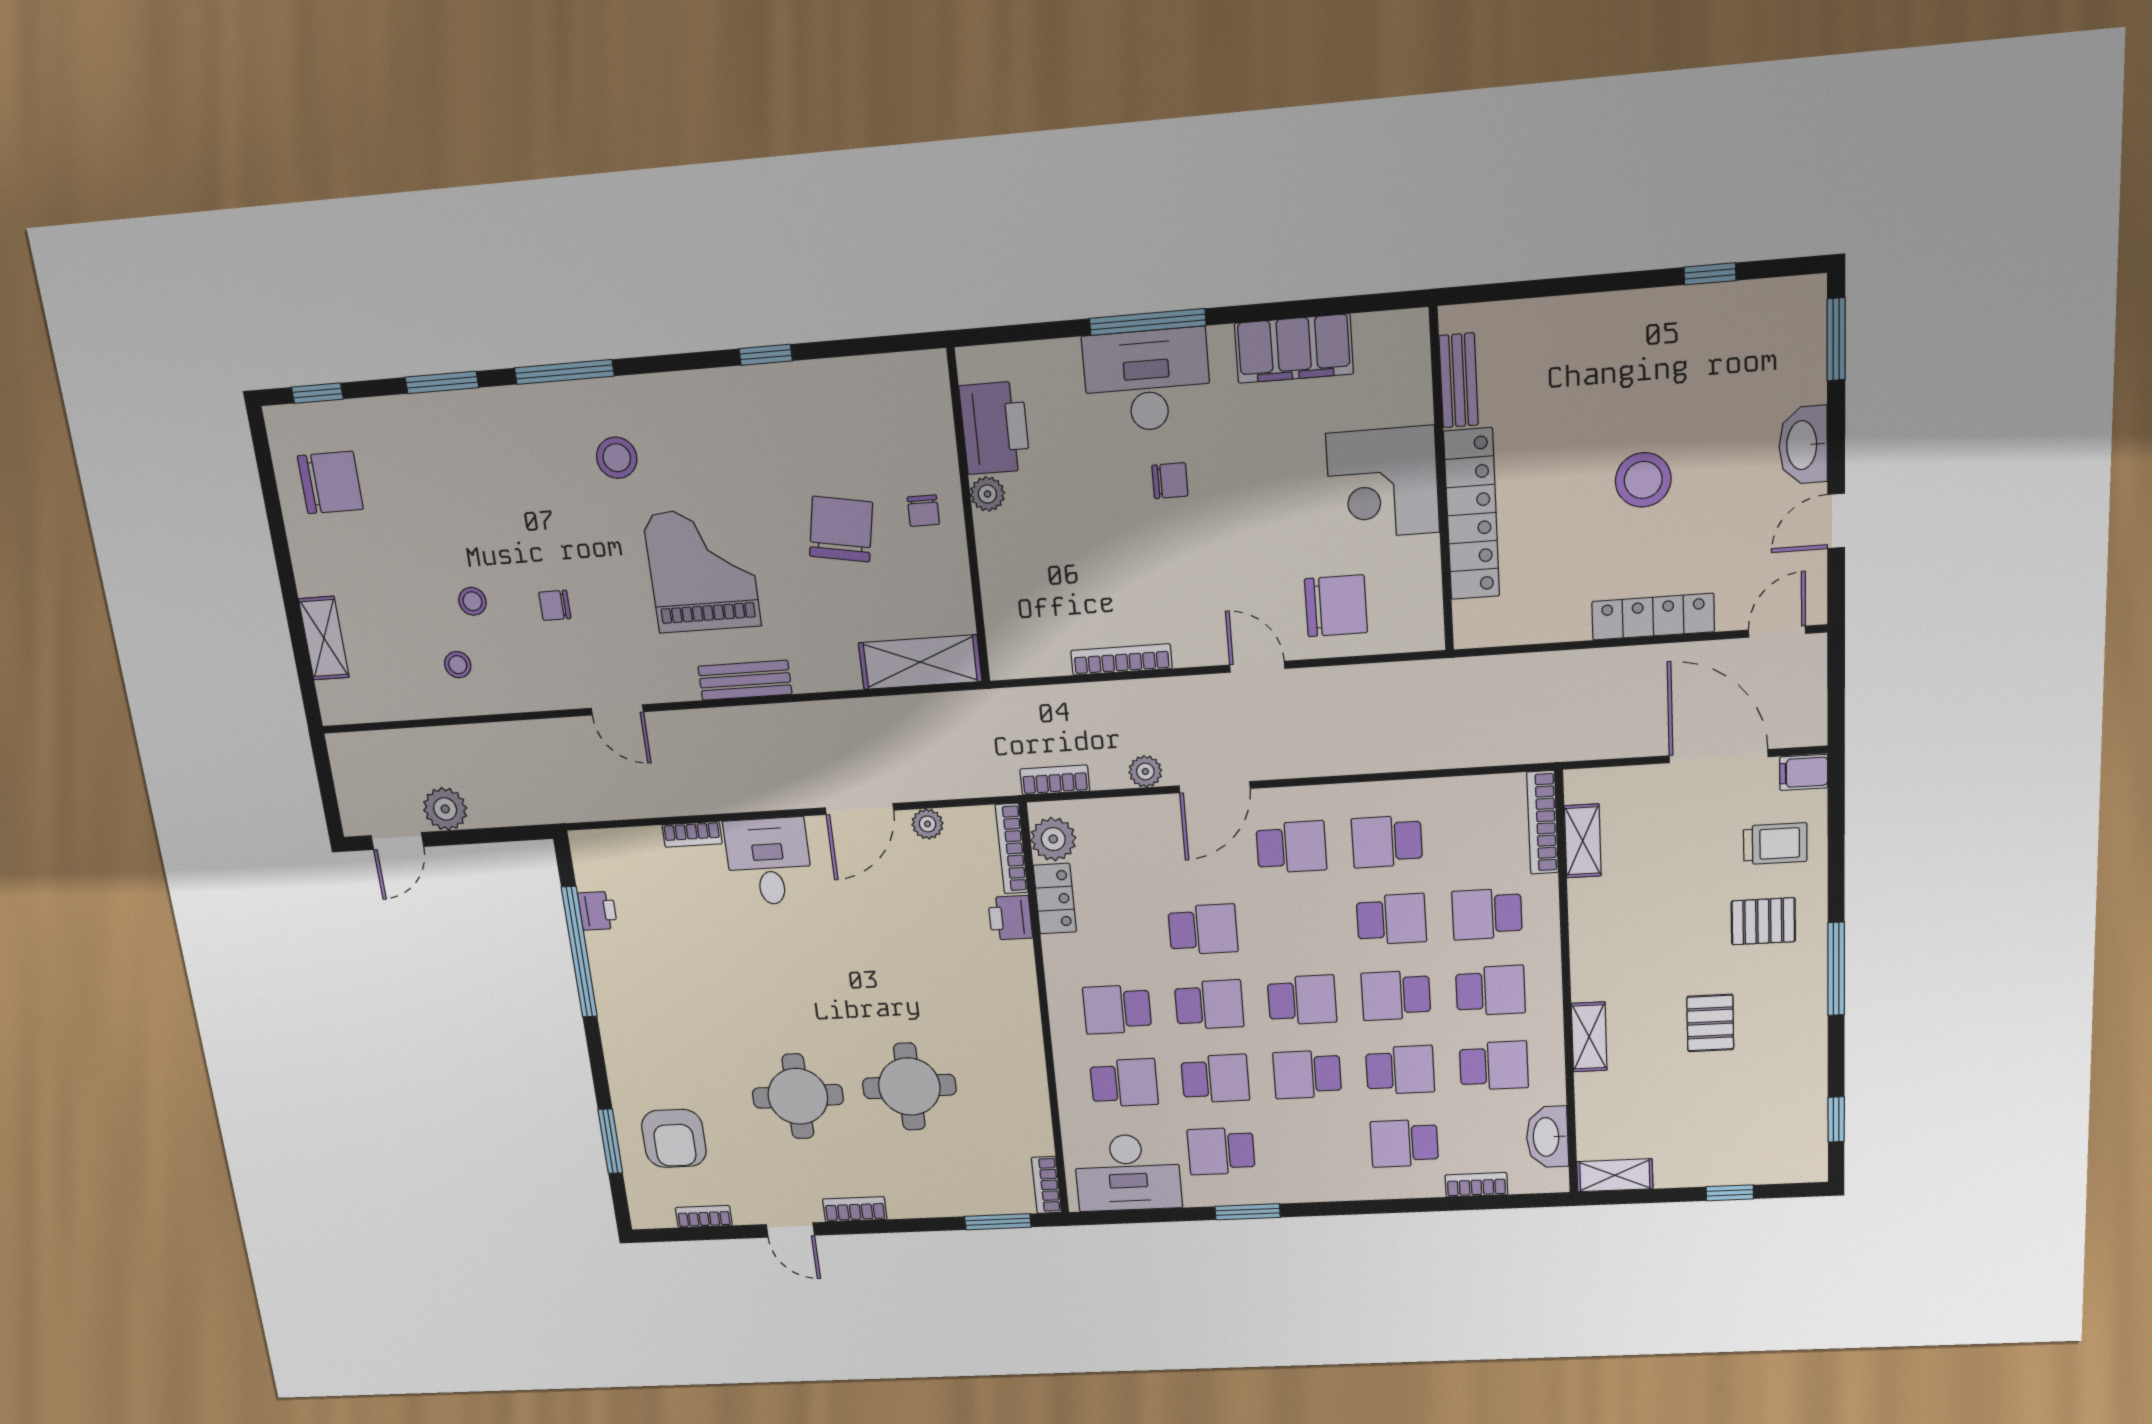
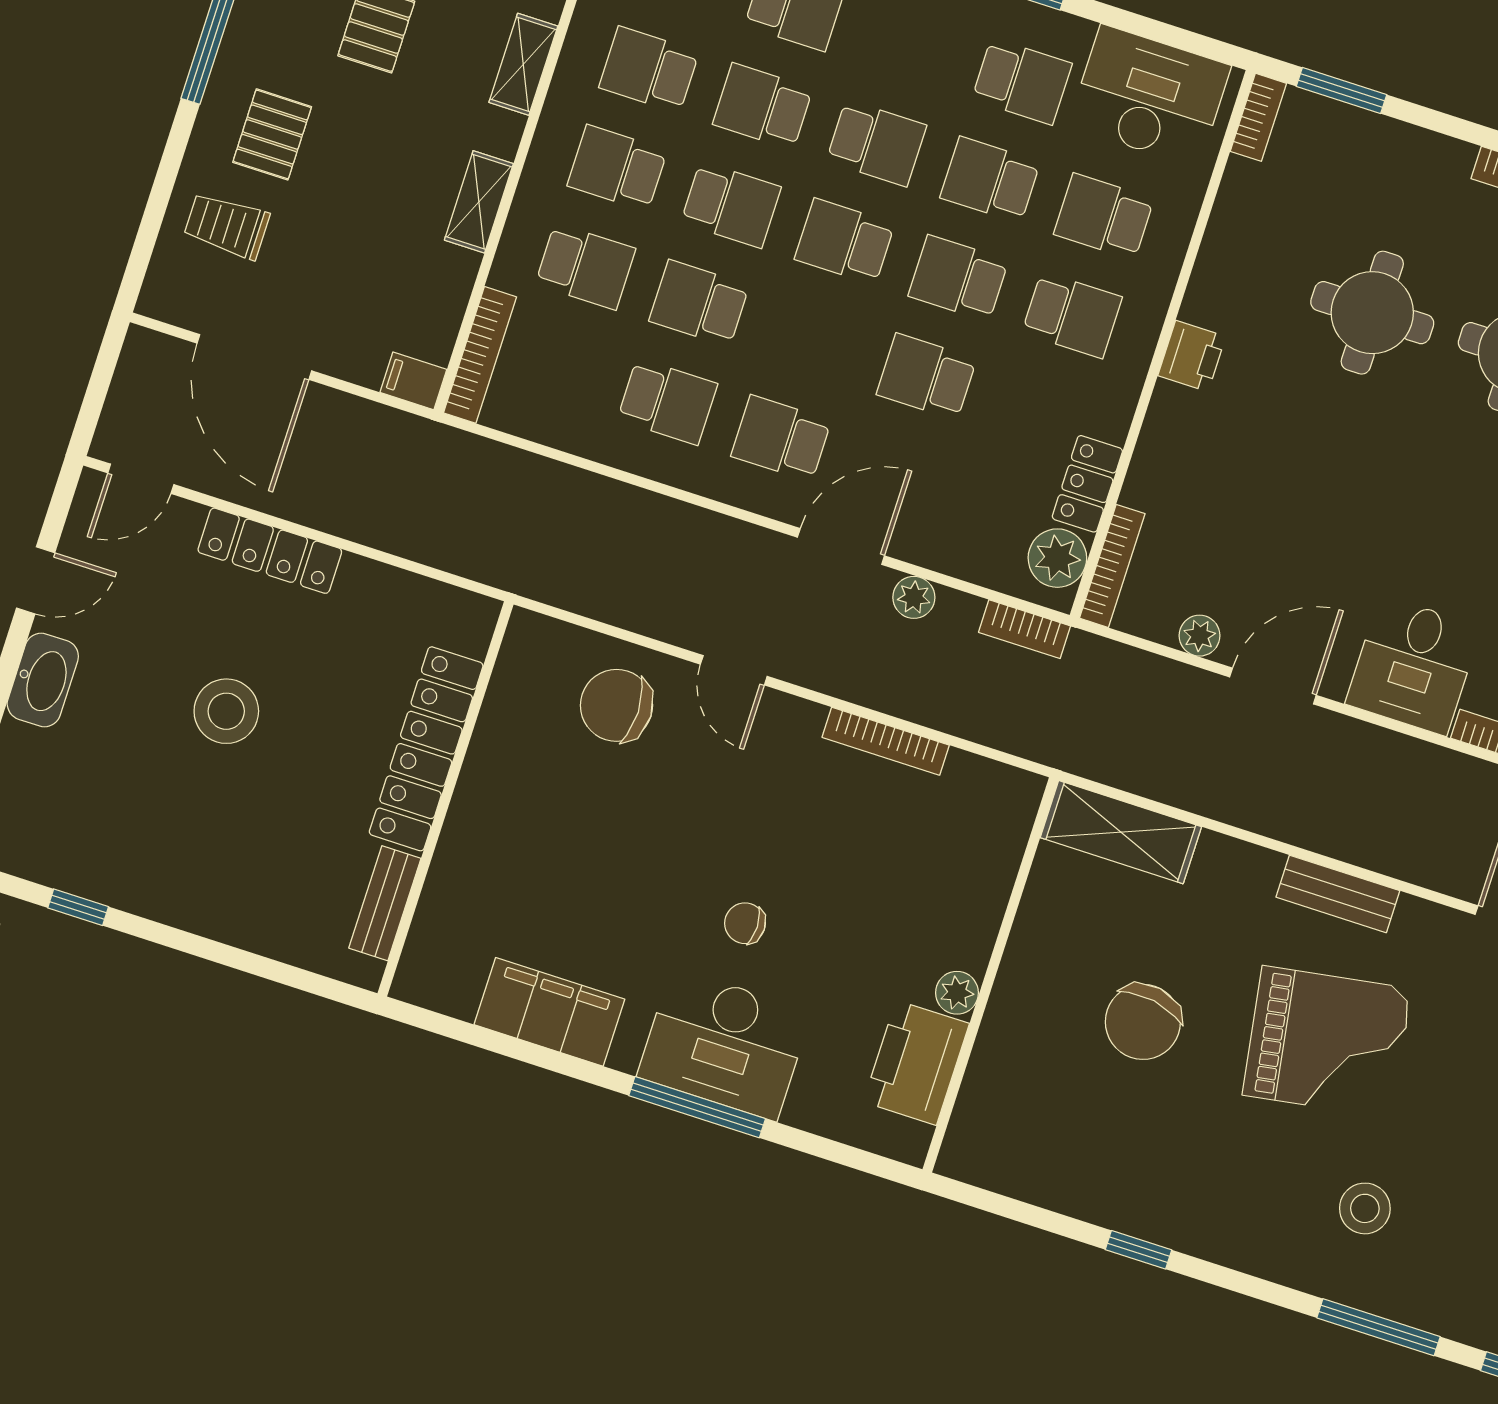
corner desk: (1383, 483) -> (510, 824), removed
chair: (923, 511) -> (1039, 1004), removed
grand piano: (702, 570) -> (1327, 1042), turned -99
filing cabinet: (1804, 772) -> (413, 381), moved, turned 180
shelving: (1583, 841) -> (479, 202), moved
printer: (1010, 918) -> (1192, 356), moved
pallet: (1763, 921) -> (272, 134), turned 90

